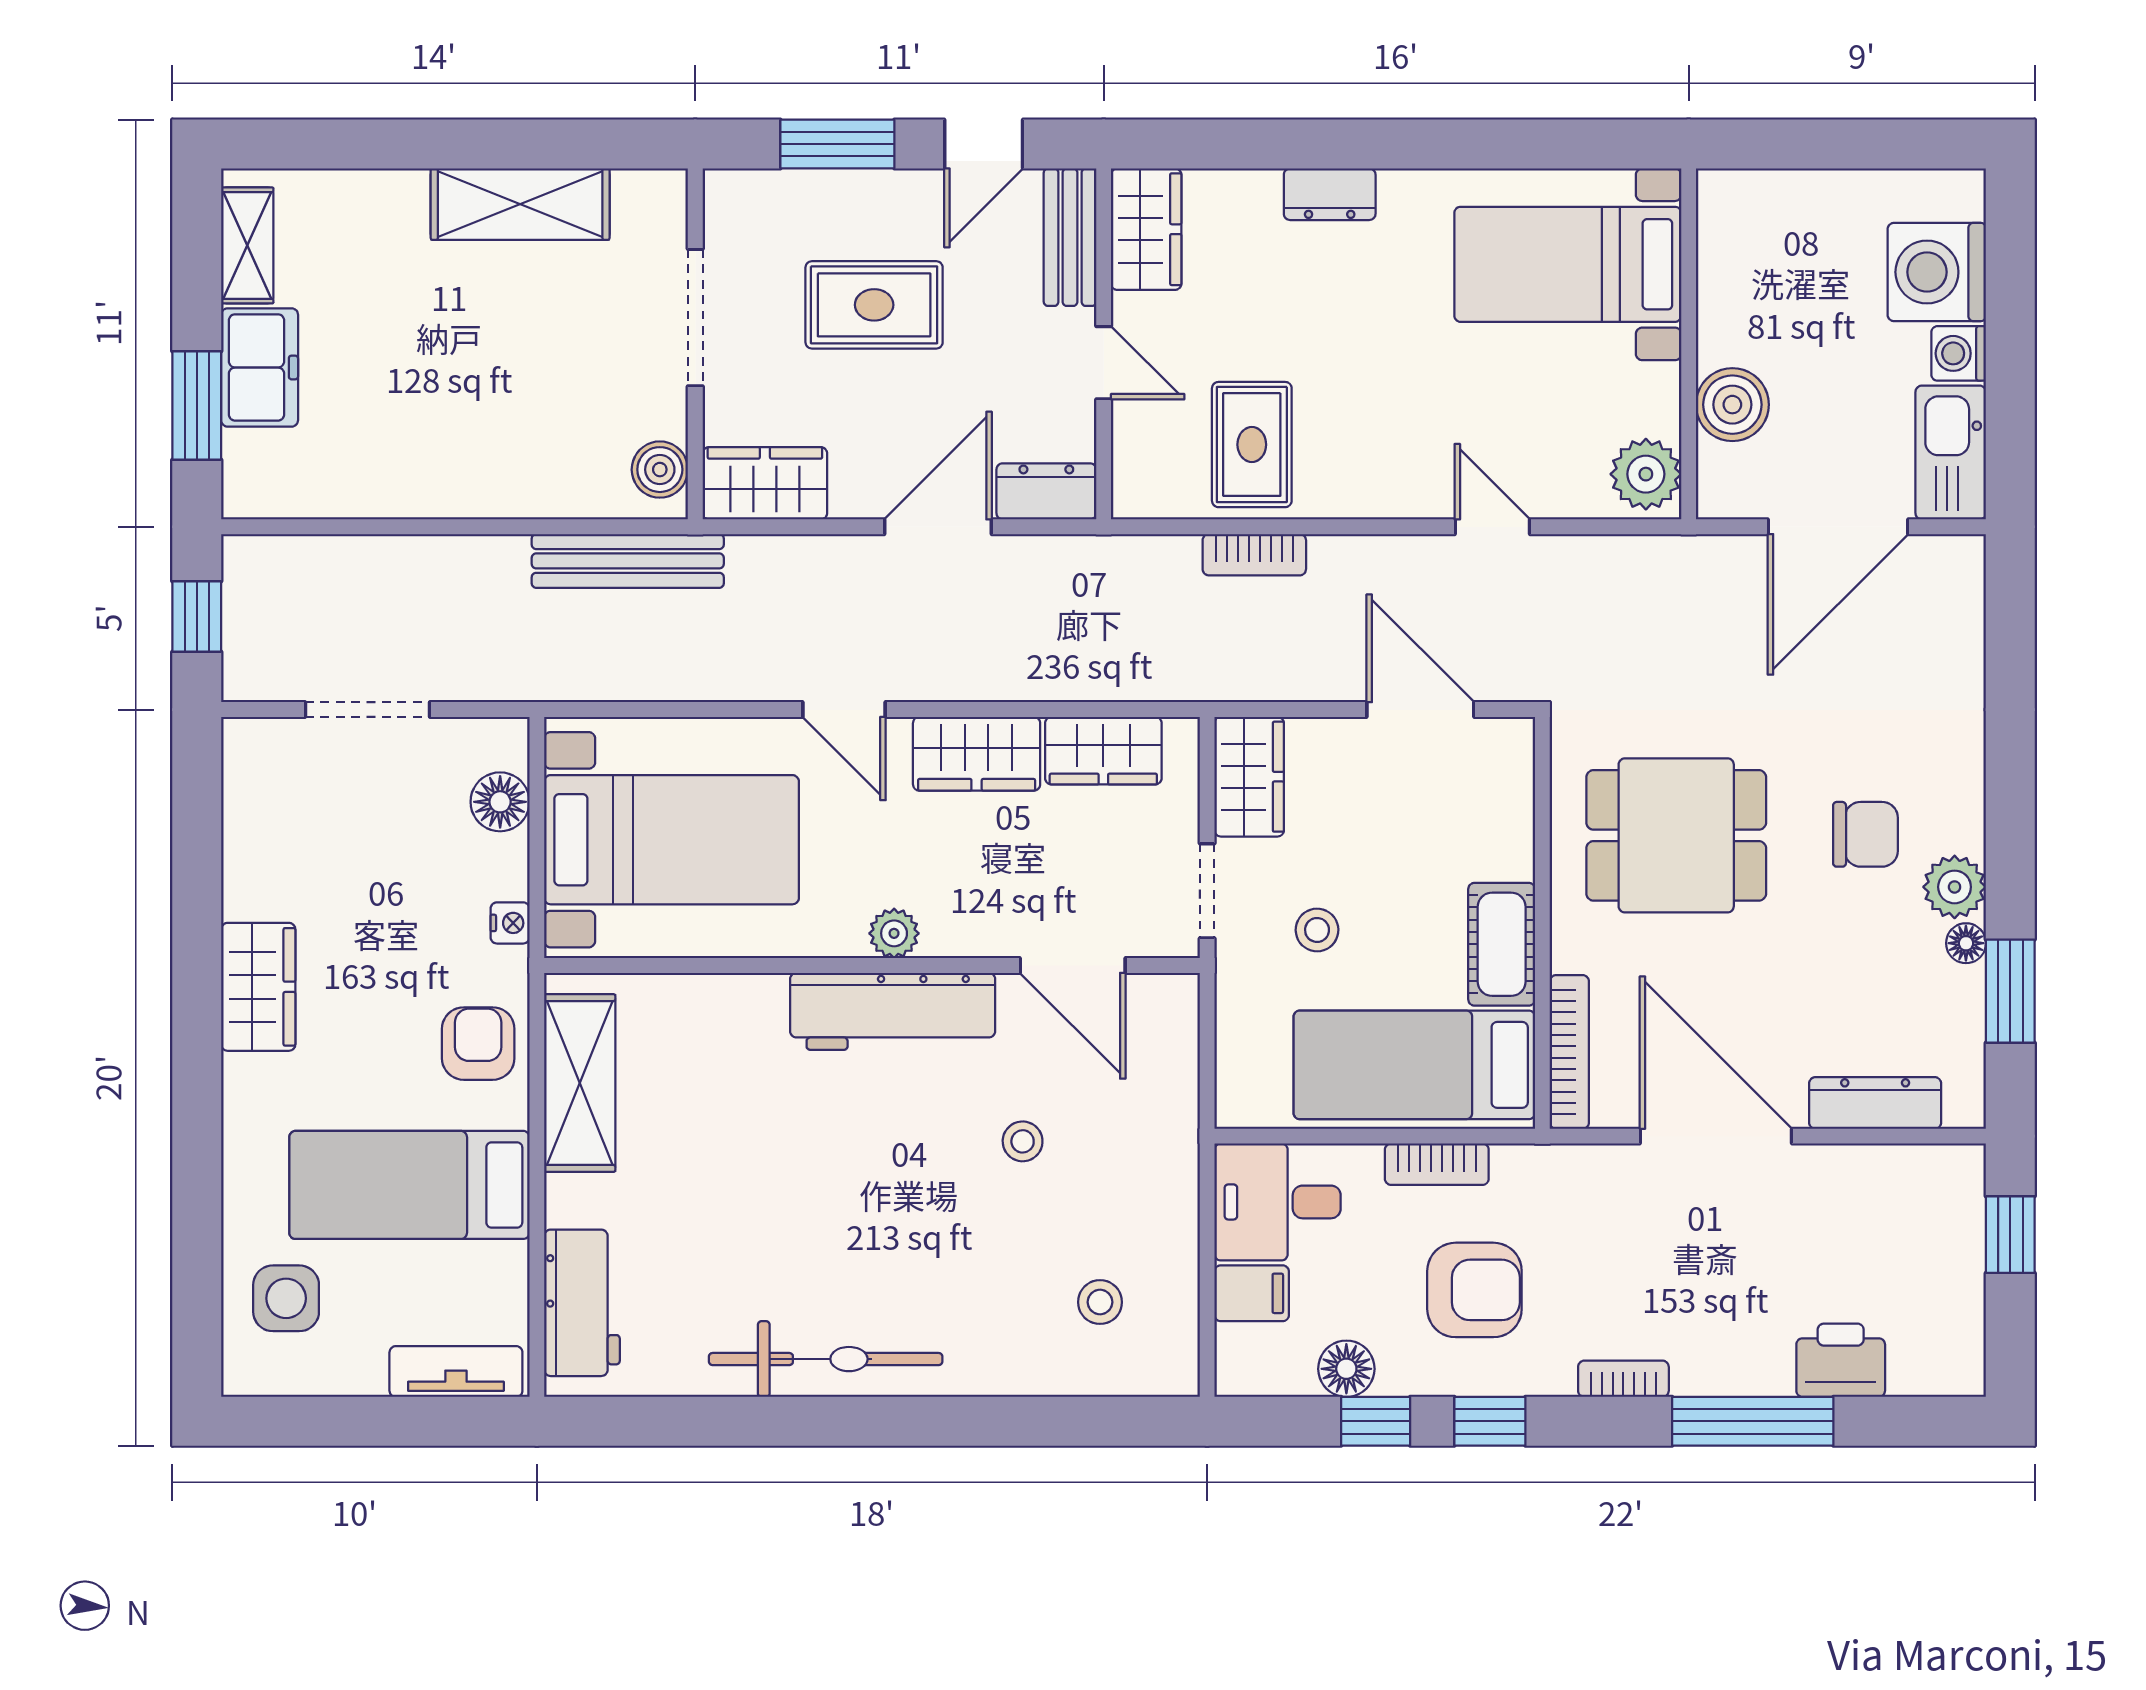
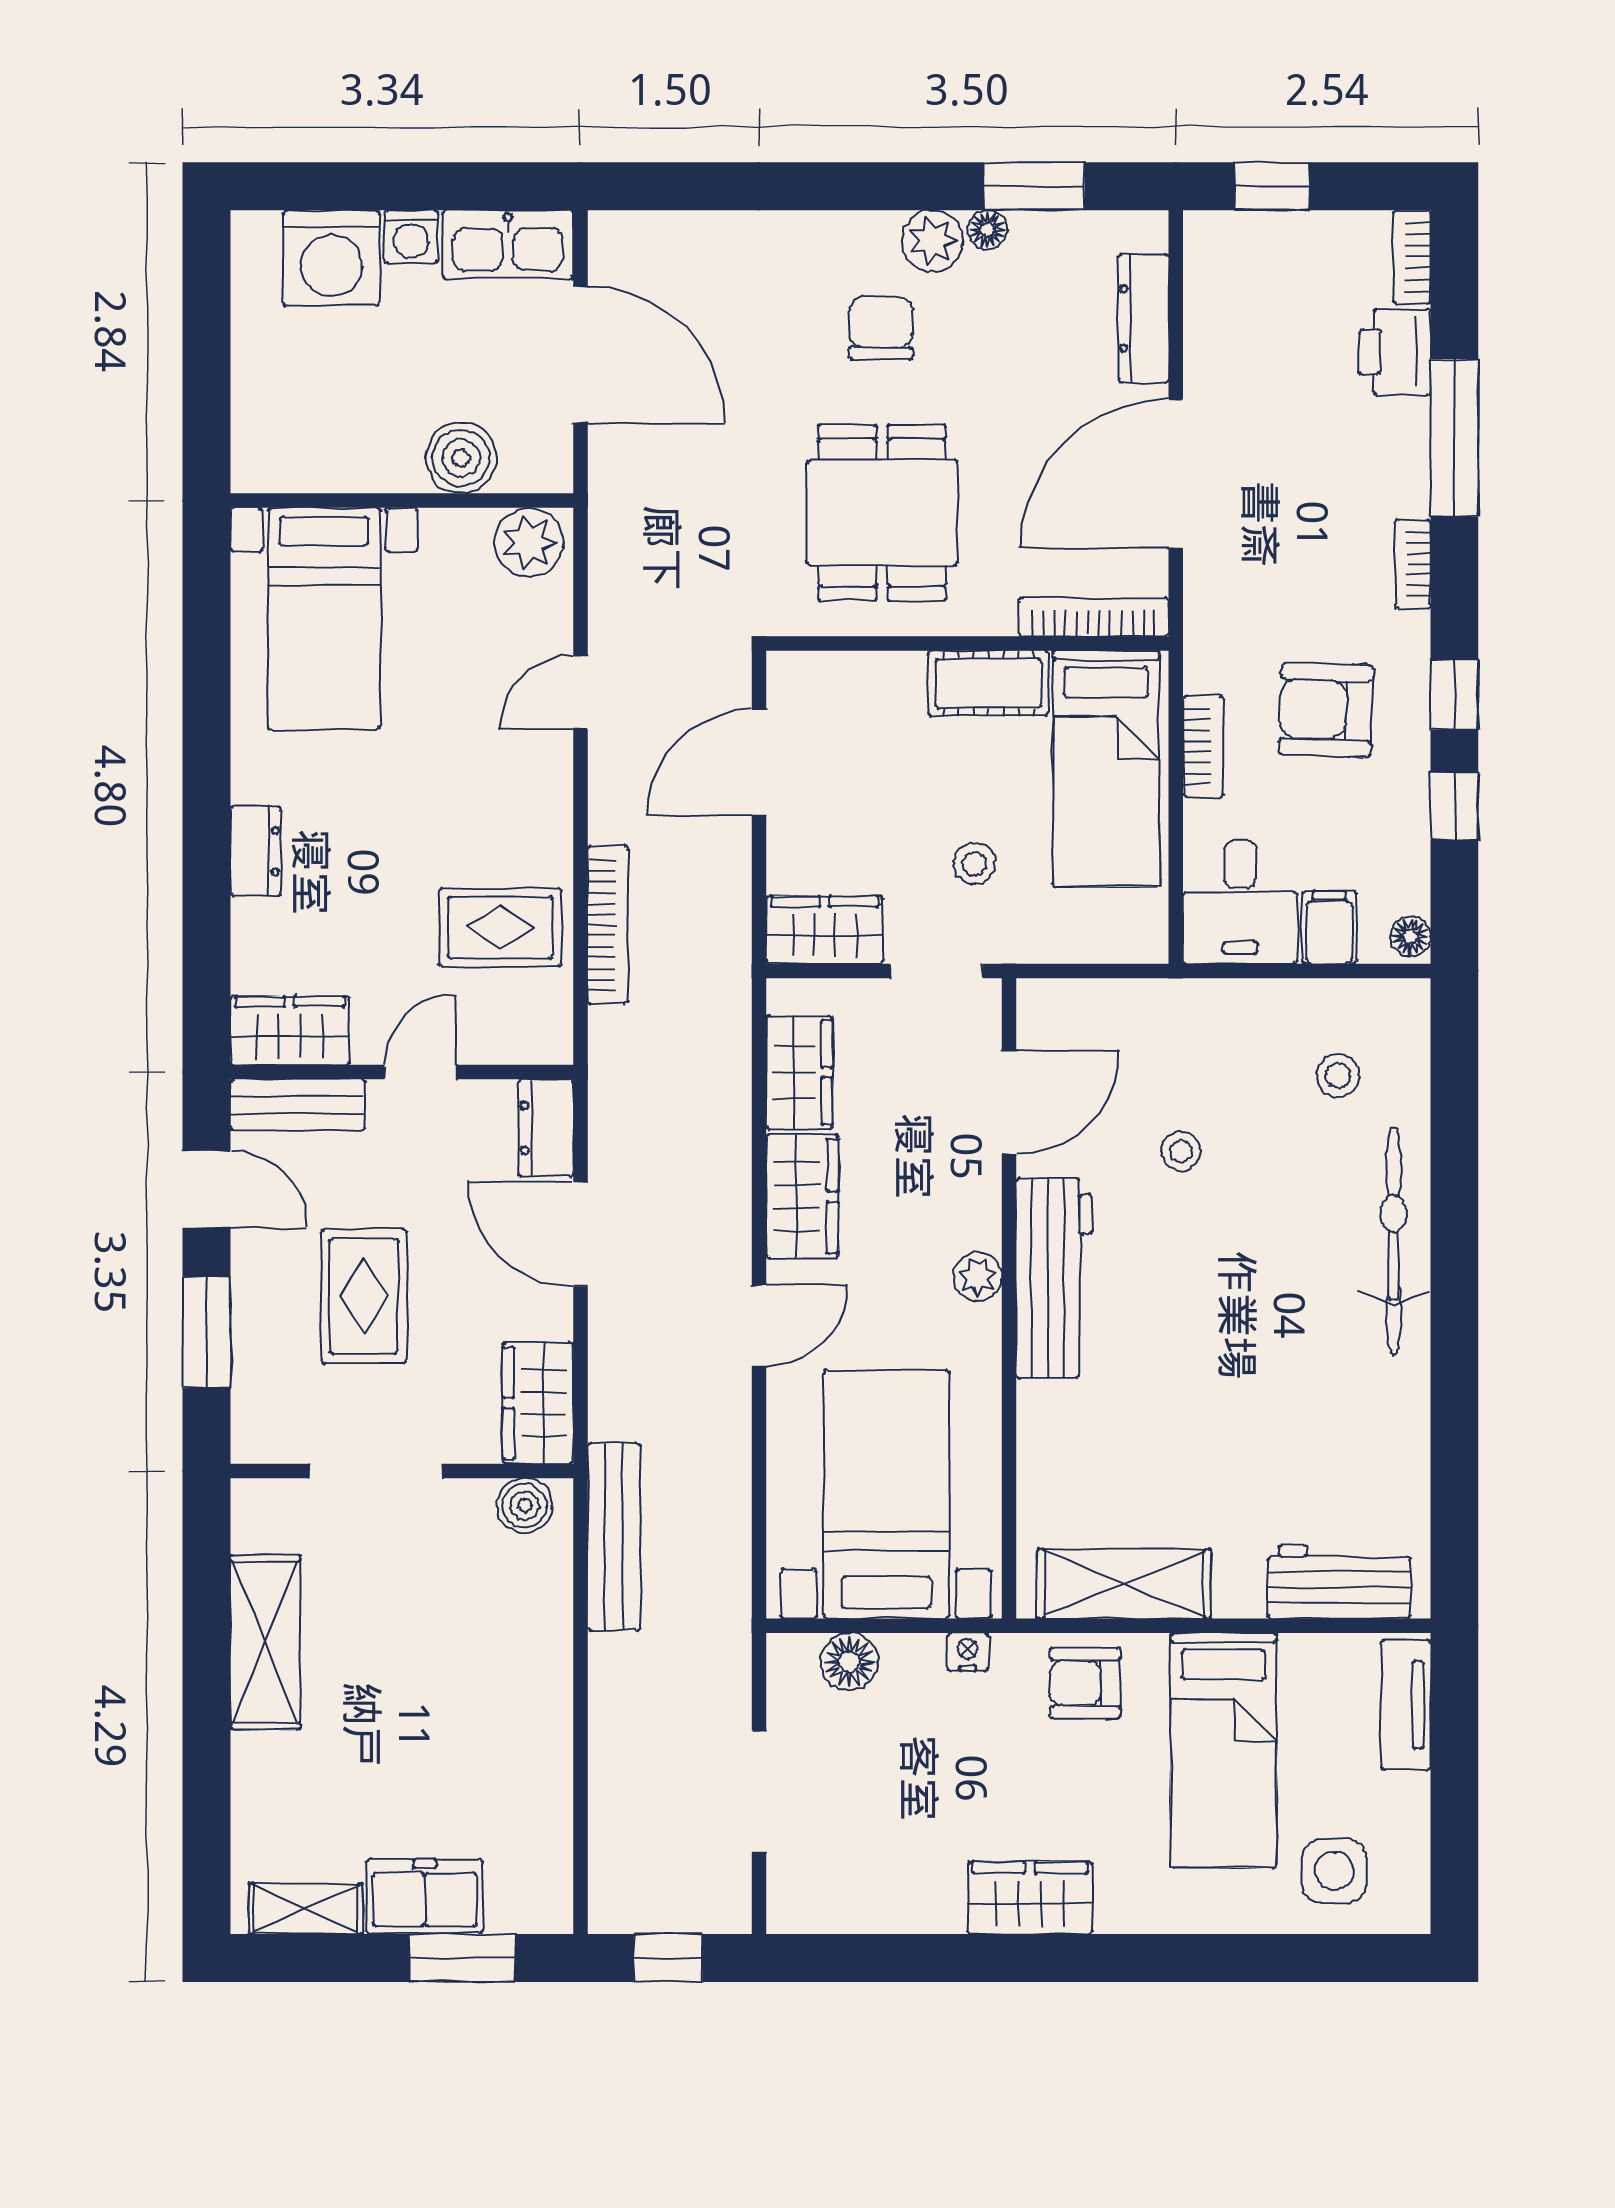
bookcase: (1254, 555) -> (608, 925), width x1.56
armchair: (1474, 1290) -> (1326, 710), turned -88
bicycle: (826, 1359) -> (1394, 1241), moved
floor lamp: (1346, 1369) -> (1411, 936), moved, width x0.73, depth x0.73
bookcase: (1938, 1378) -> (1412, 257), added

